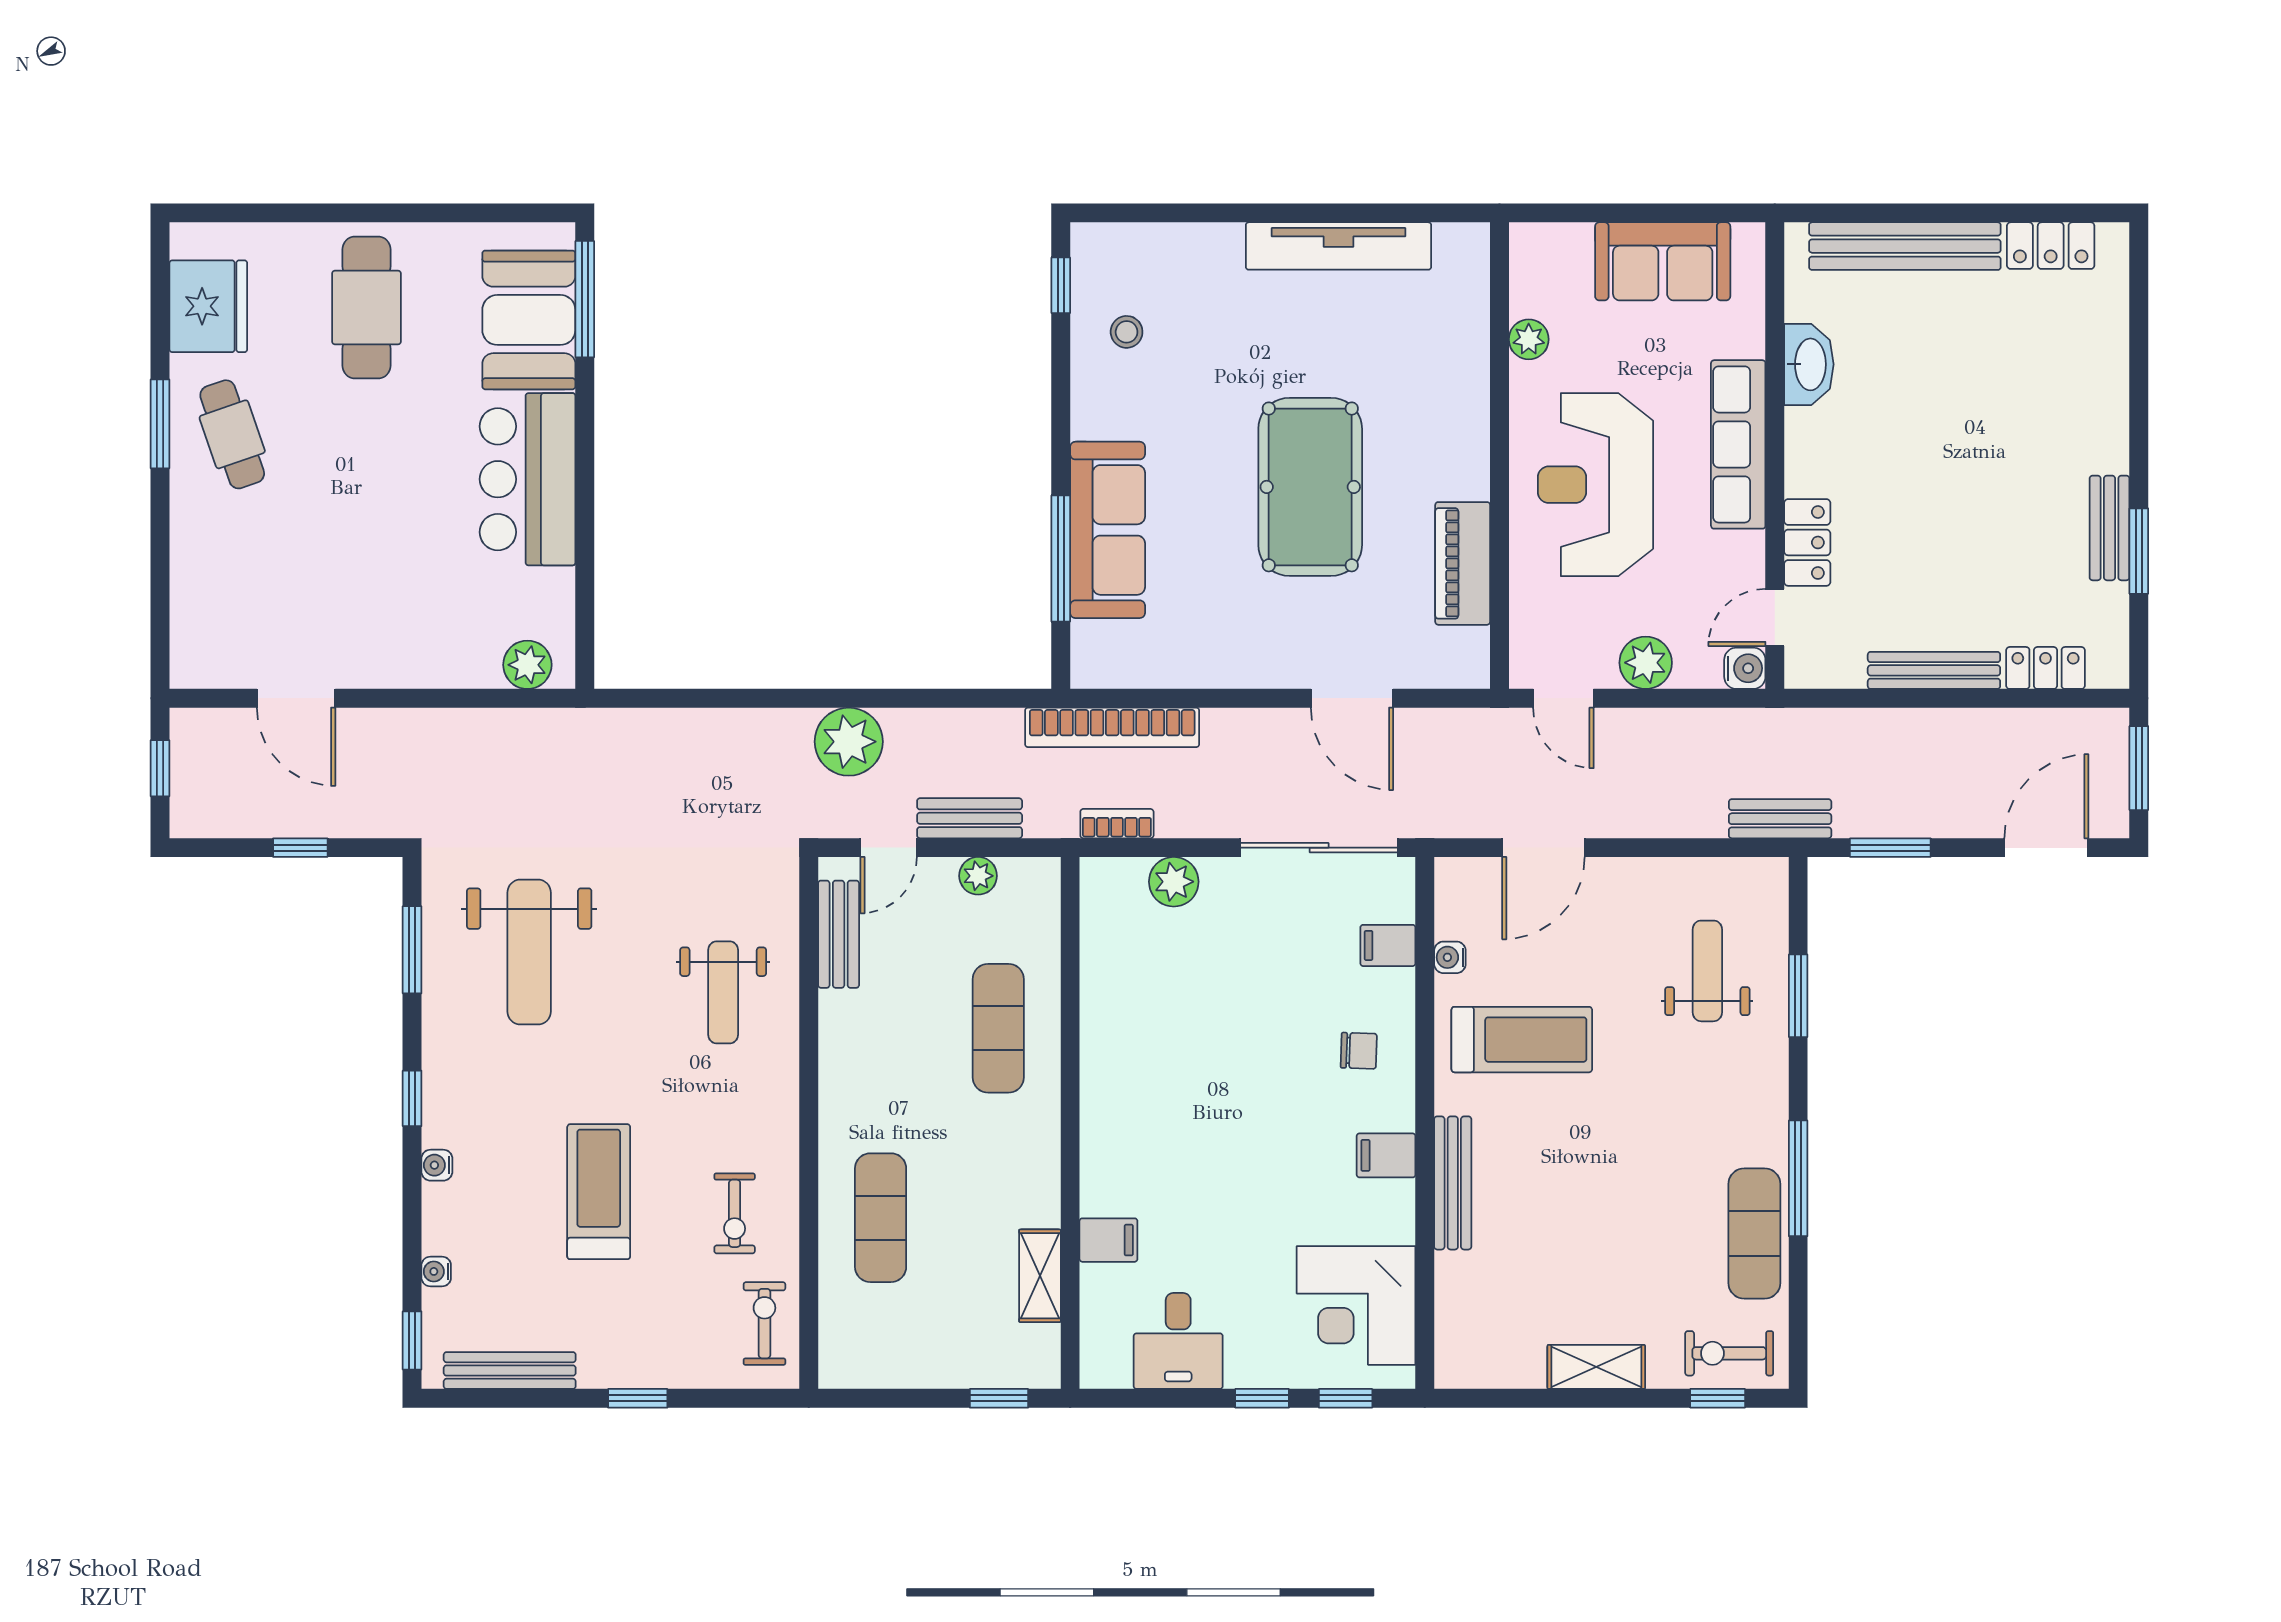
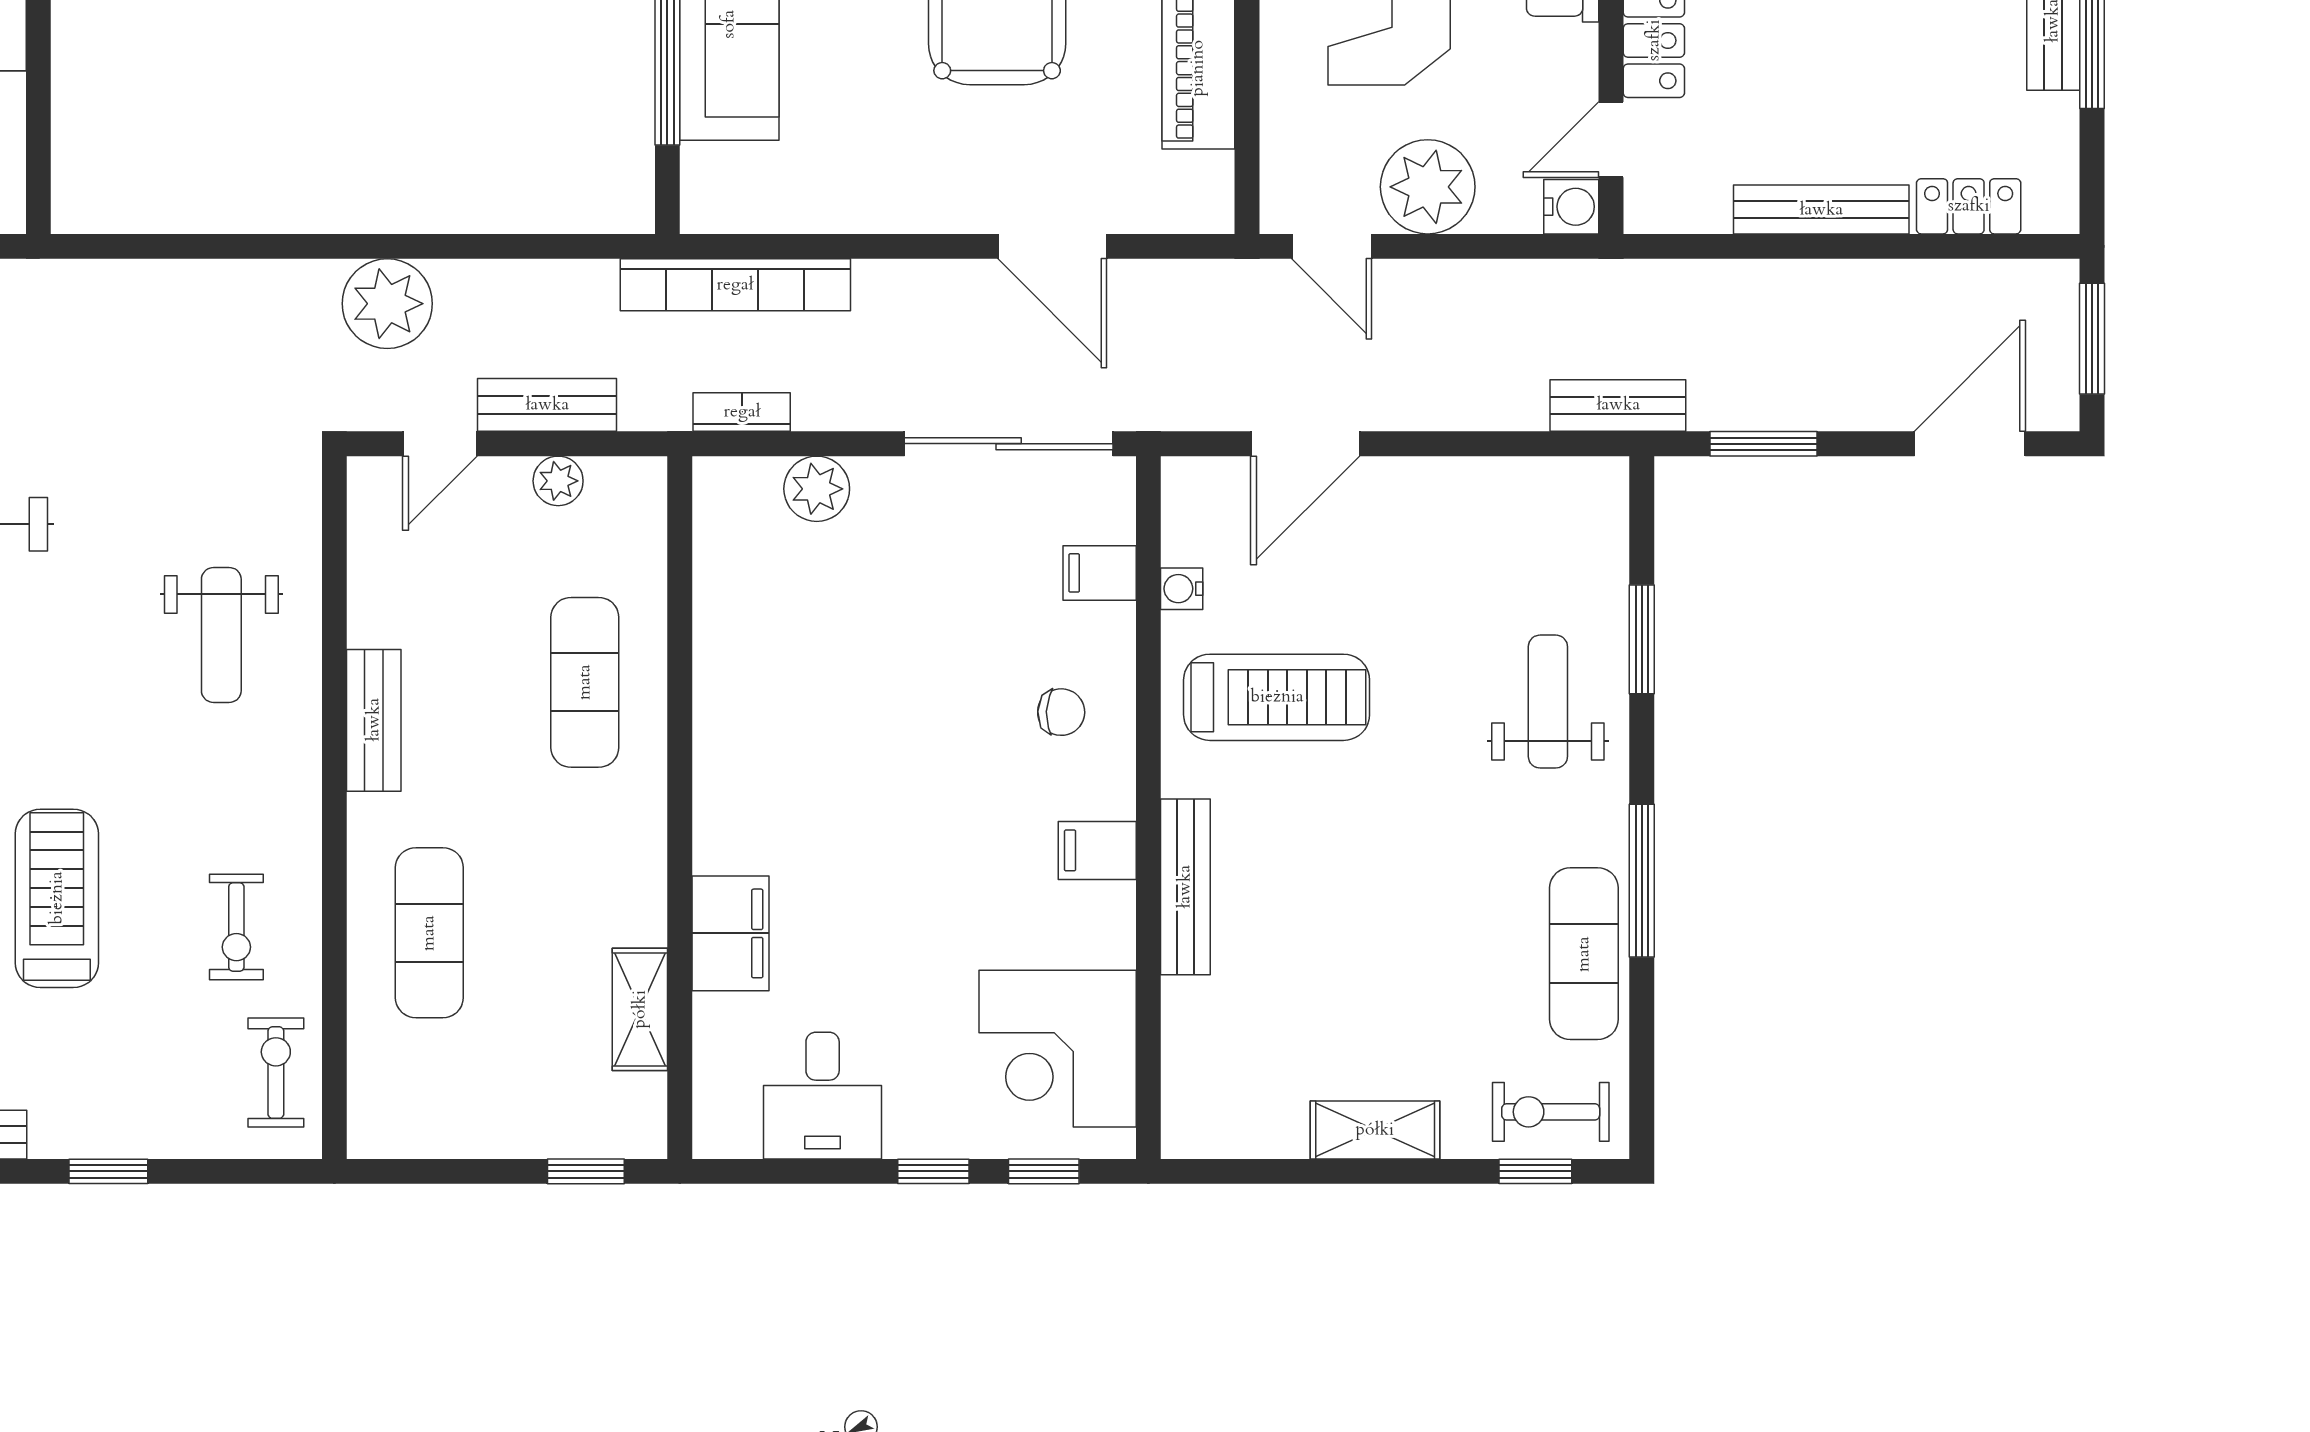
plant: (1646, 663) -> (1428, 187), width x1.36, depth x1.36
bench: (839, 934) -> (374, 720), moved
weight bench: (1707, 971) -> (1548, 702), moved
filing cabinet: (1108, 1240) -> (730, 933), width x2.00

